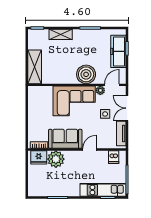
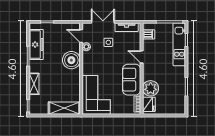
freezer: (118, 51) -> (36, 44), moved, turned -90
corner sofa: (74, 101) -> (96, 95), moved
double door: (127, 108) -> (103, 22), swing flipped

